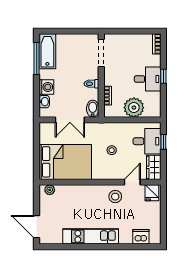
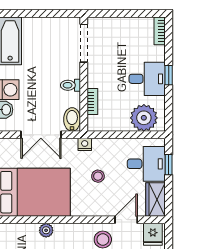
plant: (134, 108) -> (144, 118), moved
nightstand: (102, 127) -> (85, 144), added
plant: (50, 190) -> (46, 230), moved

